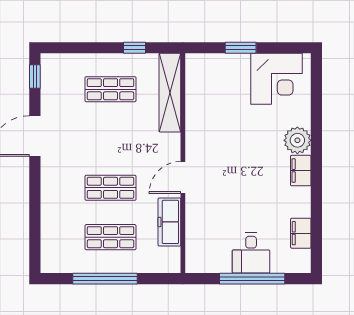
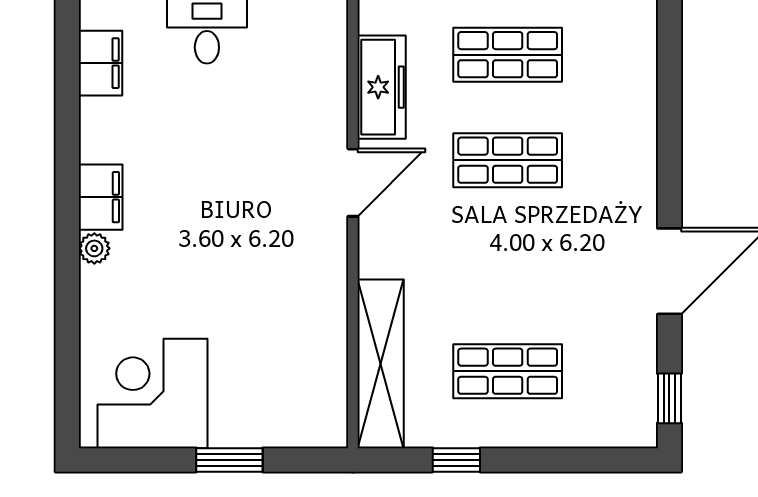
plant: (297, 140) -> (94, 248), width x0.53, depth x0.53

